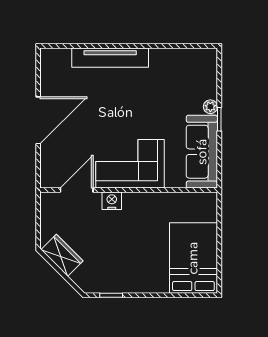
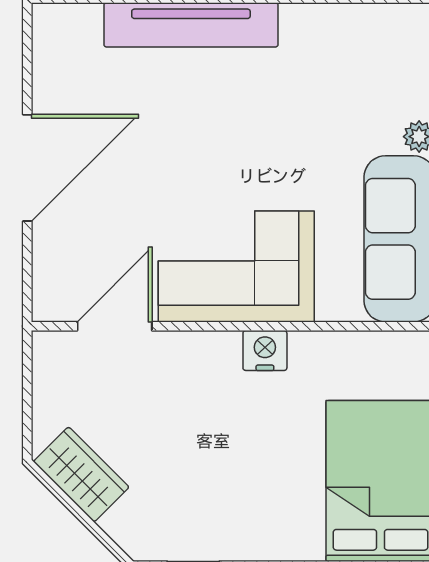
nightstand: (112, 201) -> (265, 351), moved

